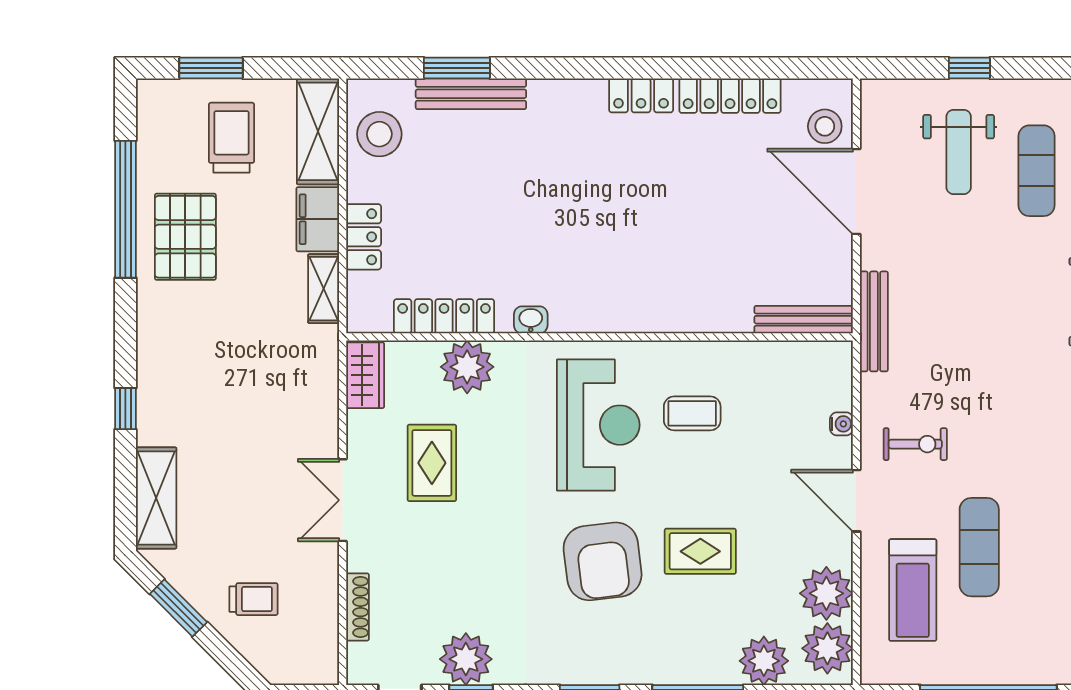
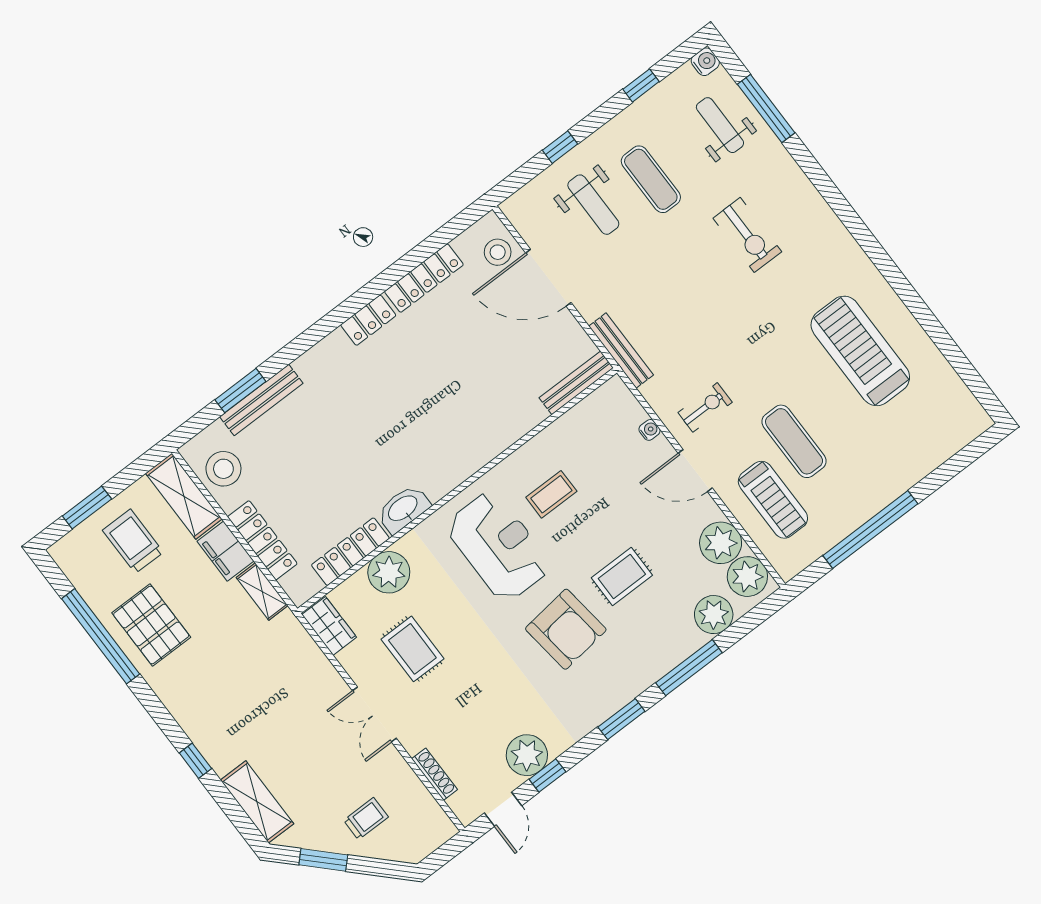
locker: (364, 237) -> (262, 540), width x1.53
washbasin: (531, 320) -> (403, 509), width x1.91, depth x1.45

